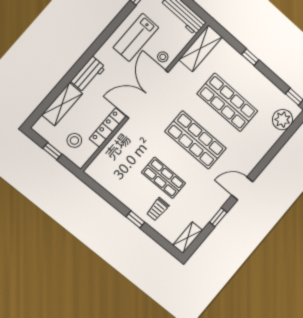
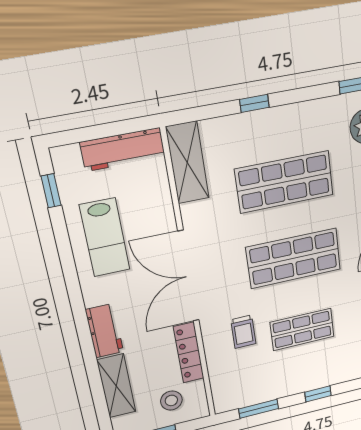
stool: (163, 57) -> (158, 221), removed
window: (103, 193) -> (259, 409), added
trolley: (158, 209) -> (243, 332), moved

